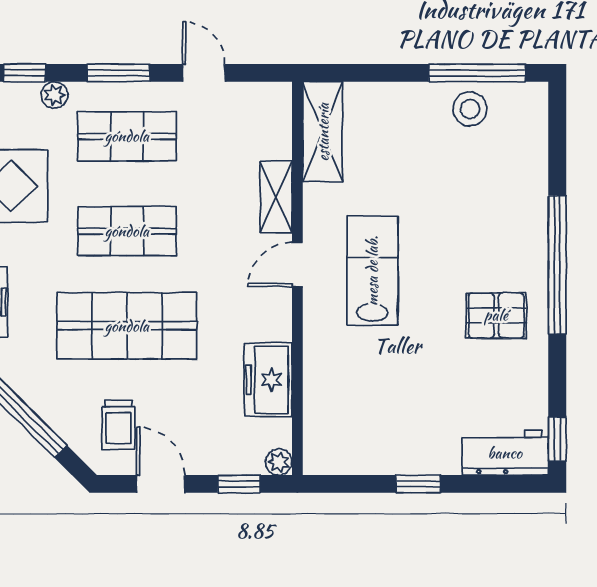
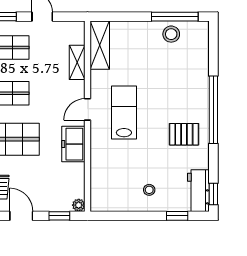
shelving: (276, 197) -> (77, 62), moved
freezer: (268, 380) -> (73, 144), moved
stool: (425, 430) -> (149, 190), added
workbench: (505, 453) -> (198, 191), moved, turned -90
window: (418, 484) -> (177, 216), moved

